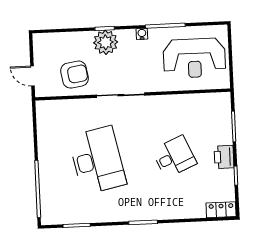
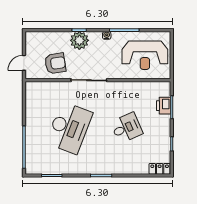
door: (33, 76) -> (24, 63), hinge flipped
printer: (224, 157) -> (164, 106), moved
desk: (97, 160) -> (69, 128), turned 33

